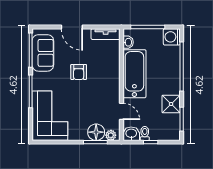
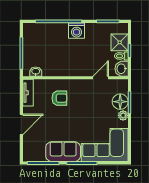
washing machine: (172, 37) -> (77, 31), moved
sofa: (43, 53) -> (63, 152), moved
armchair: (79, 72) -> (59, 98), moved
bathtub: (134, 74) -> (65, 66), removed
shower: (171, 104) -> (120, 42), moved
plant: (111, 135) -> (123, 115), moved

